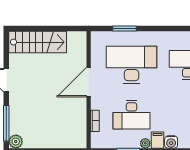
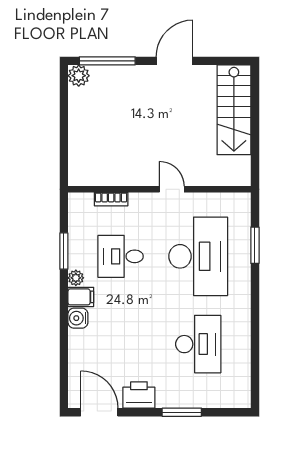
door: (89, 82) -> (172, 189), width x0.53
desk: (132, 115) -> (121, 256), width x0.73

